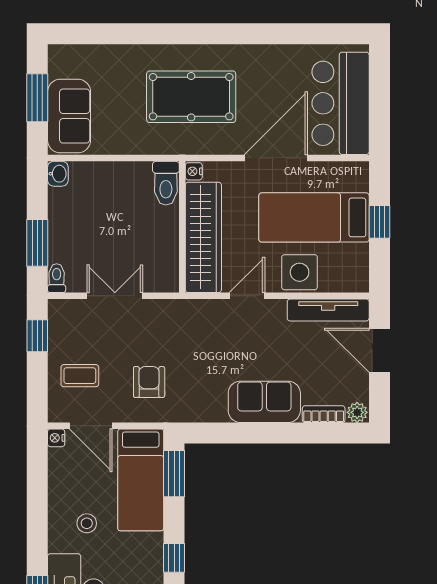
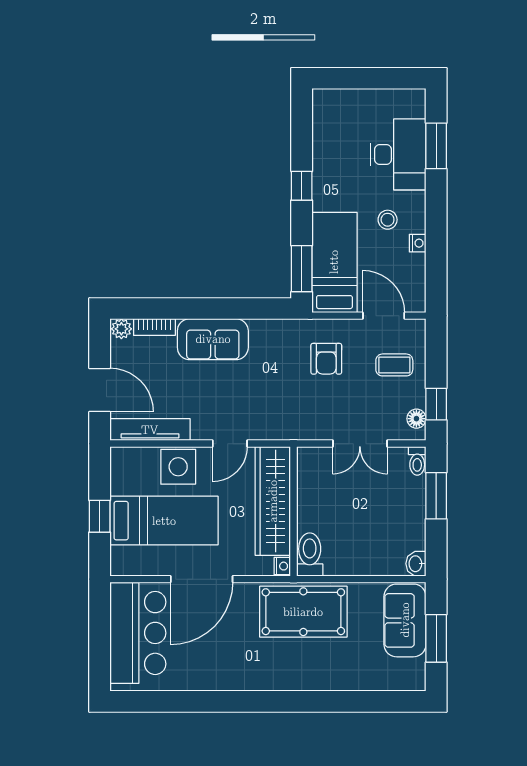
pool table: (191, 97) -> (303, 612), moved
floor lamp: (57, 321) -> (416, 419), added
nightstand: (56, 438) -> (418, 243), moved

